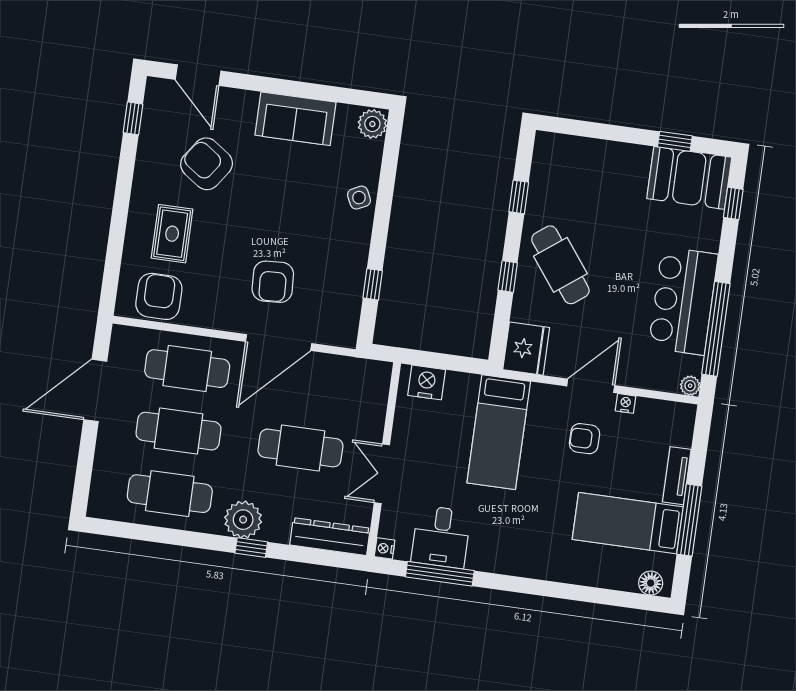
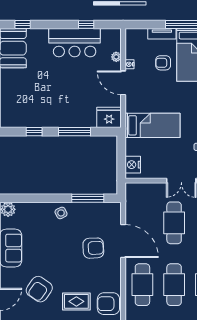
side table: (359, 198) -> (61, 213), moved
cafe table: (560, 265) -> (65, 106), removed
window: (508, 277) -> (75, 132), width x2.17
window: (373, 284) -> (88, 198), width x2.17
window: (716, 329) -> (86, 24), width x0.32
plant: (690, 386) -> (116, 57), moved
armchair: (585, 439) -> (163, 63), moved, turned 90

